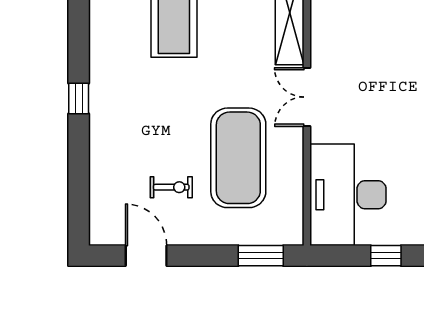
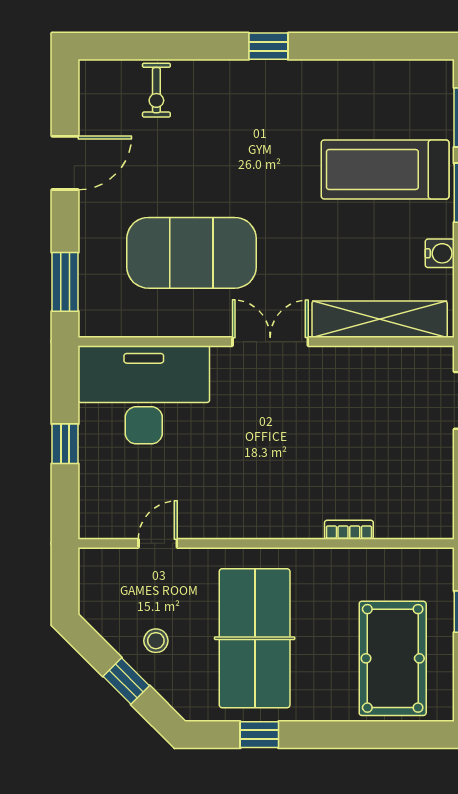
exercise bike: (171, 187) -> (156, 90), moved
door: (146, 256) -> (65, 163), moved

